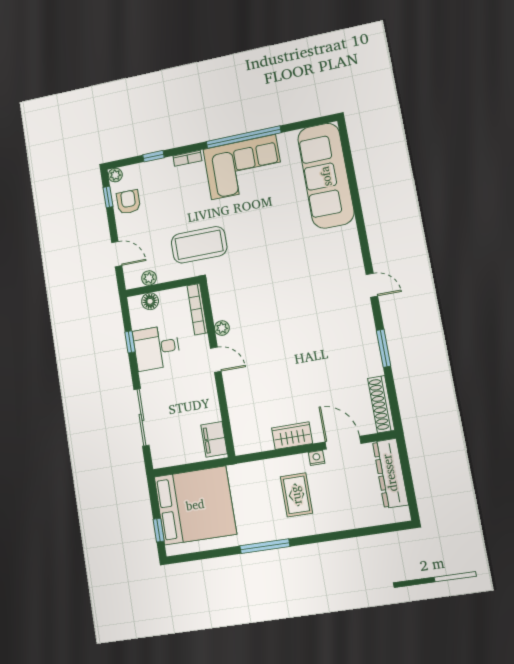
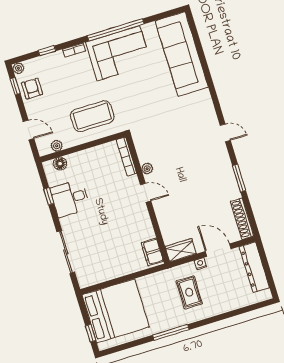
bookcase: (197, 309) -> (126, 157), moved
plant: (222, 328) -> (147, 169), moved
door: (216, 360) -> (146, 193), moved
wall: (217, 369) -> (148, 199), moved
filing cabinet: (214, 439) -> (152, 252), moved

